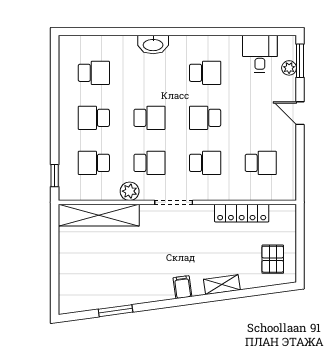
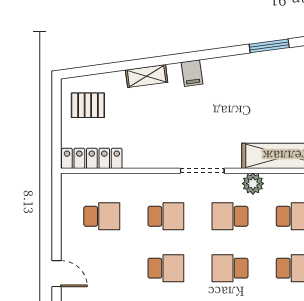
school desk: (205, 163) -> (166, 216), turned 180
school desk: (261, 163) -> (102, 216), turned 180
locker: (242, 213) -> (92, 158), moved
pallet: (273, 259) -> (88, 105), turned 90

